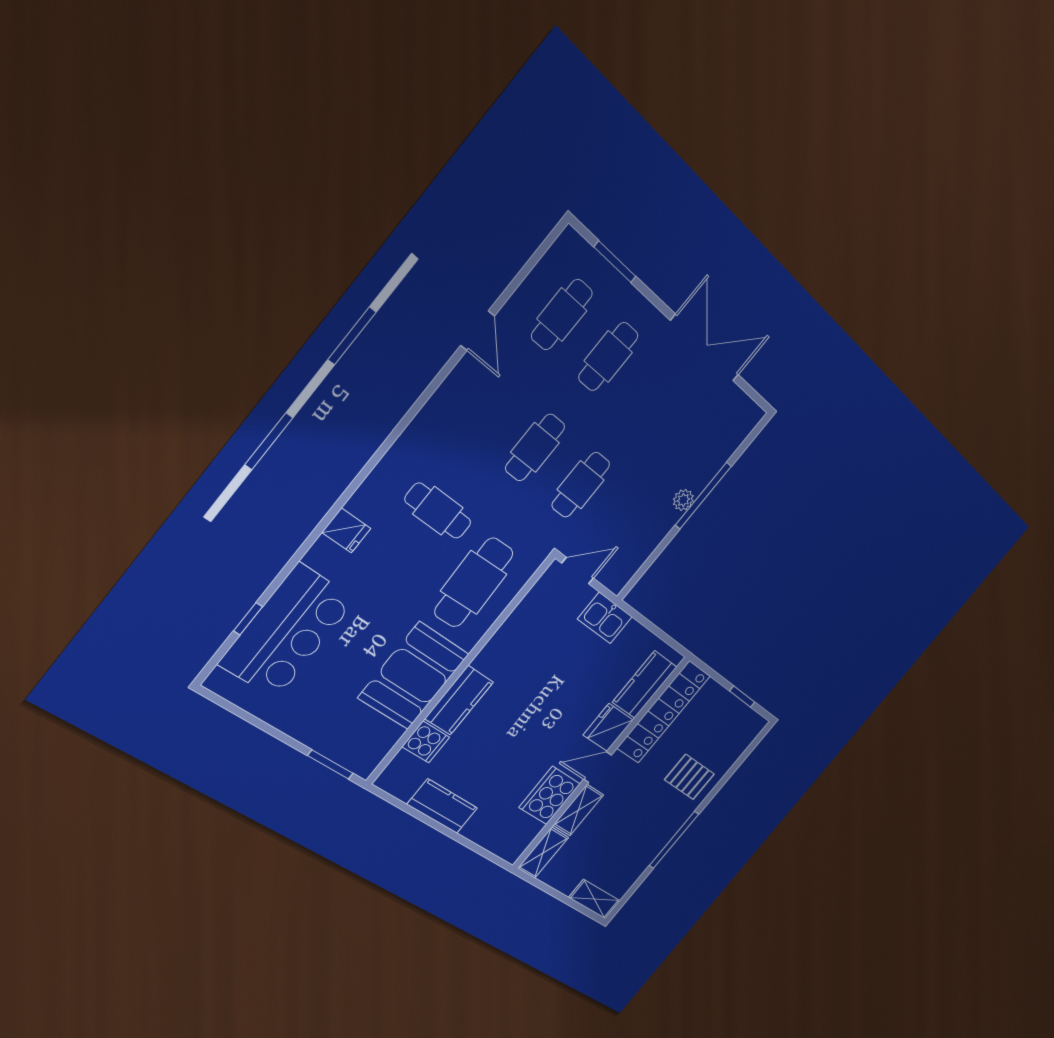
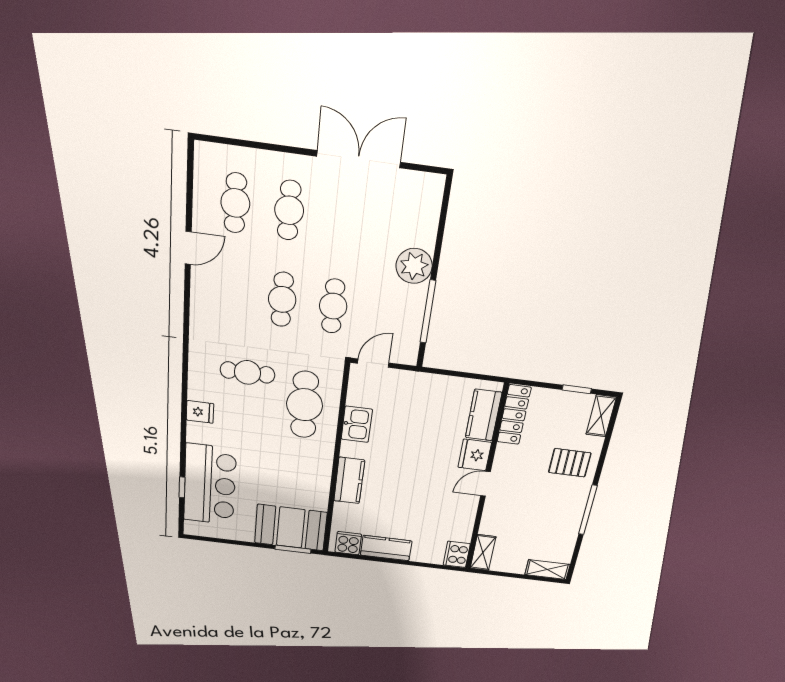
window: (615, 262) -> (246, 144), removed
door: (478, 331) -> (188, 248), hinge flipped
window: (703, 496) -> (428, 312), moved
plant: (683, 500) -> (414, 266), width x1.88, depth x1.88
kitchen sink: (605, 618) -> (357, 424), moved, turned -90
booth: (414, 676) -> (291, 528), moved, turned 90
locker: (664, 712) -> (514, 415), width x0.71, depth x0.83
cooker: (426, 742) -> (348, 543), moved, turned -90
cooker: (550, 796) -> (457, 554), moved, width x0.73, depth x0.76
shelving: (578, 810) -> (601, 416), moved

